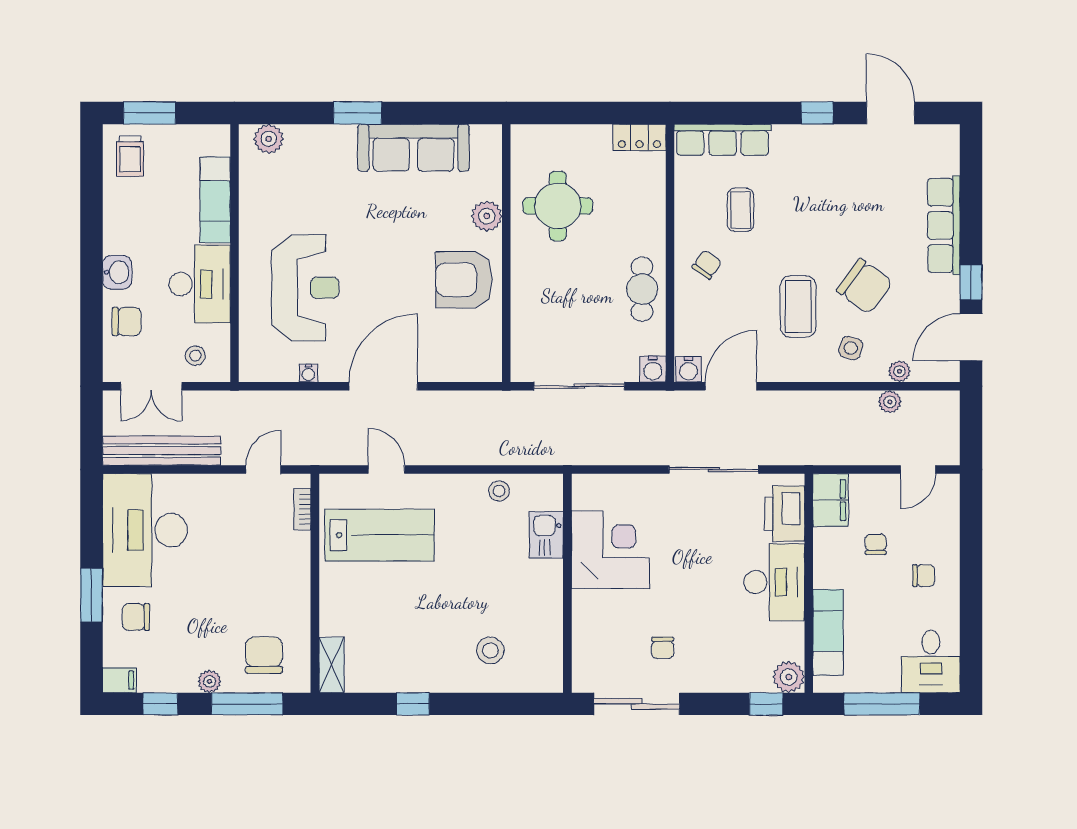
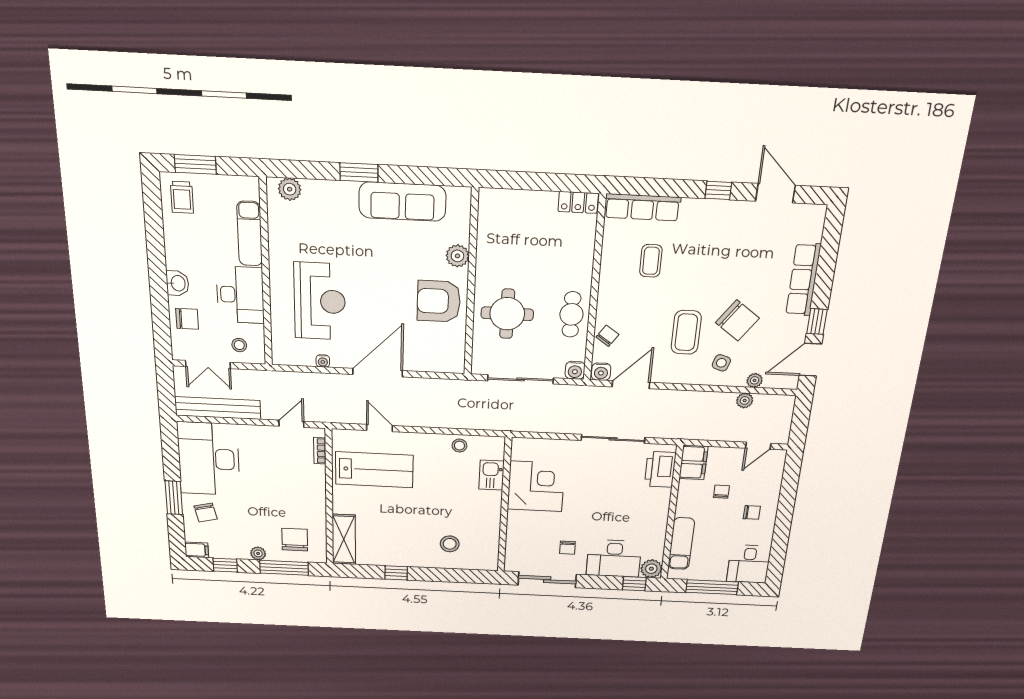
round table: (558, 206) -> (507, 314), moved
chair: (707, 265) -> (607, 336), moved
desk: (774, 582) -> (614, 558), moved, turned 90
chair: (136, 617) -> (206, 513), turned -103
shelving: (332, 665) -> (344, 539), width x1.50, depth x1.33

